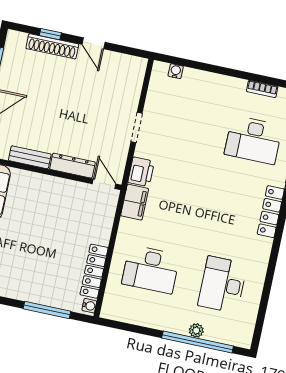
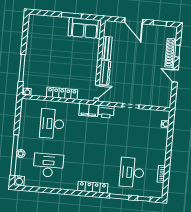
door: (93, 43) -> (175, 76), hinge flipped
locker: (94, 271) -> (62, 93), moved
water cooler: (244, 339) -> (19, 181), added

